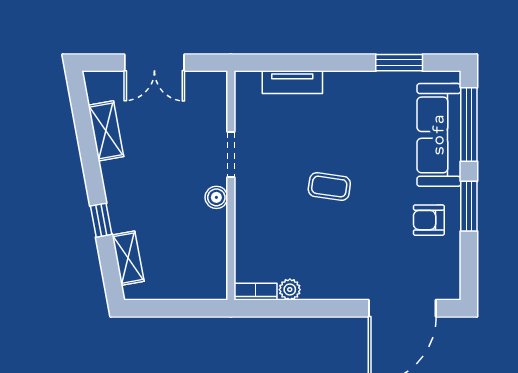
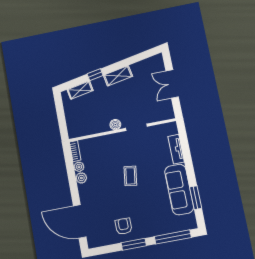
shelving: (106, 131) -> (118, 76), moved
sofa: (439, 135) -> (179, 189), moved, turned -90
plant: (314, 289) -> (81, 178), added

